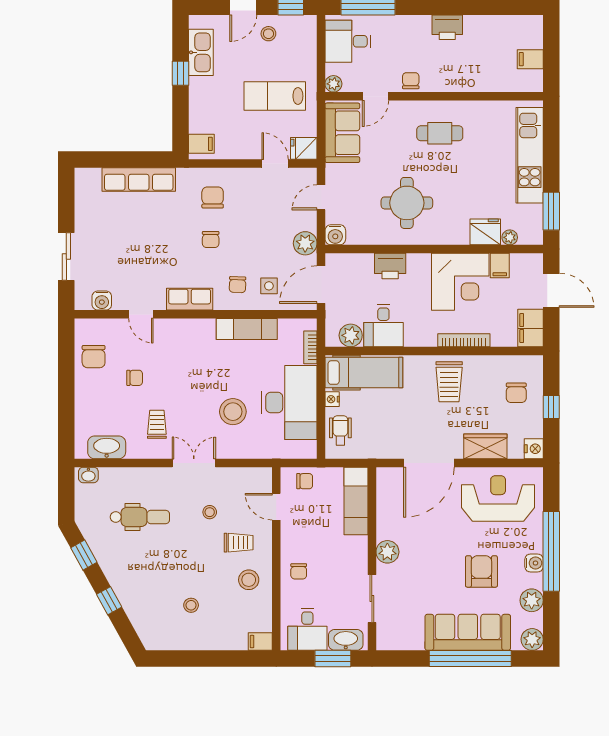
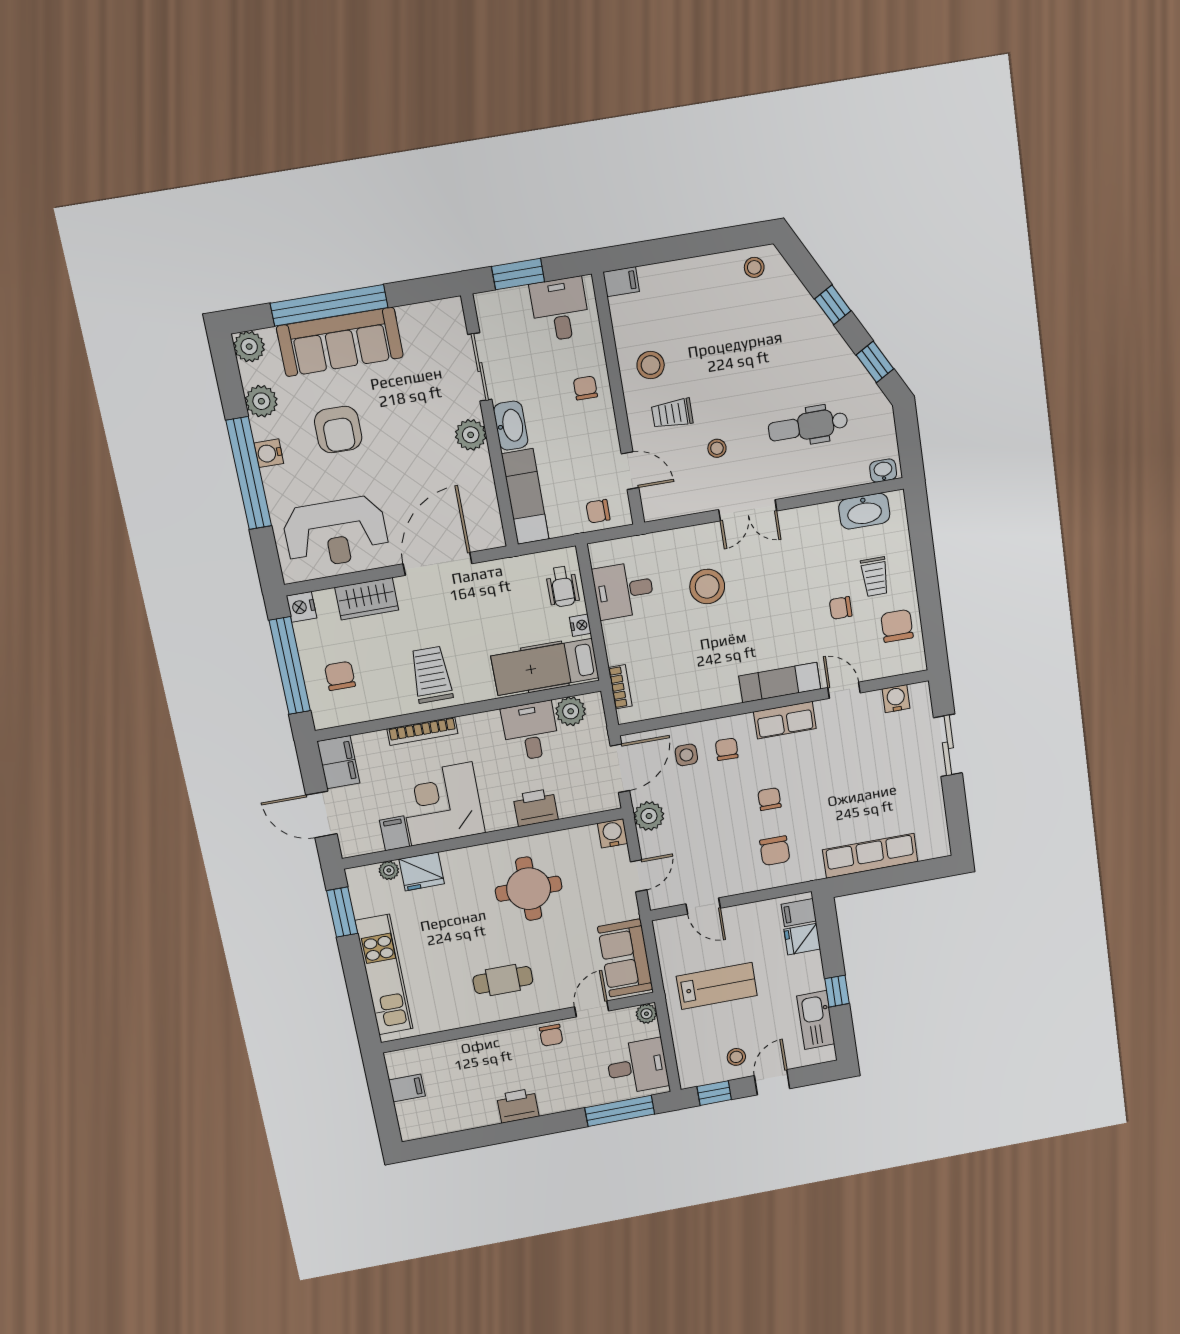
fridge: (304, 148) -> (802, 939), moved, turned 180
exam couch: (247, 329) -> (780, 683), moved
desk: (289, 402) -> (624, 590), width x0.53, depth x0.77
window: (551, 407) -> (290, 666), width x3.17
trolley: (157, 424) -> (875, 577), moved
stool: (191, 605) -> (754, 267), moved
washbasin: (346, 640) -> (511, 426), moved, turned -90

